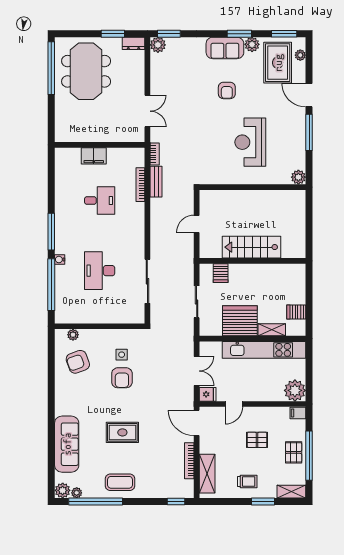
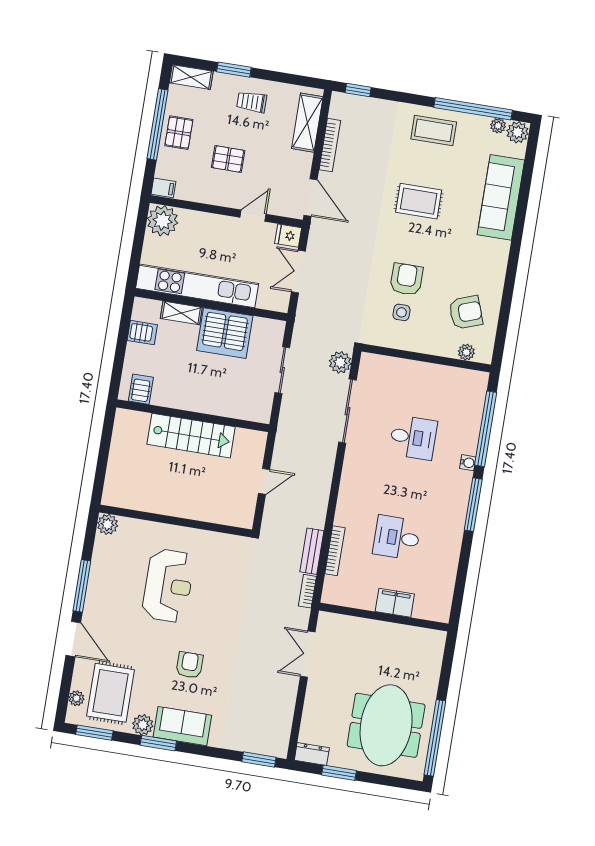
plant: (158, 45) -> (340, 362), moved
desk: (100, 271) -> (413, 437), width x0.73
server rack: (221, 273) -> (141, 389), moved

